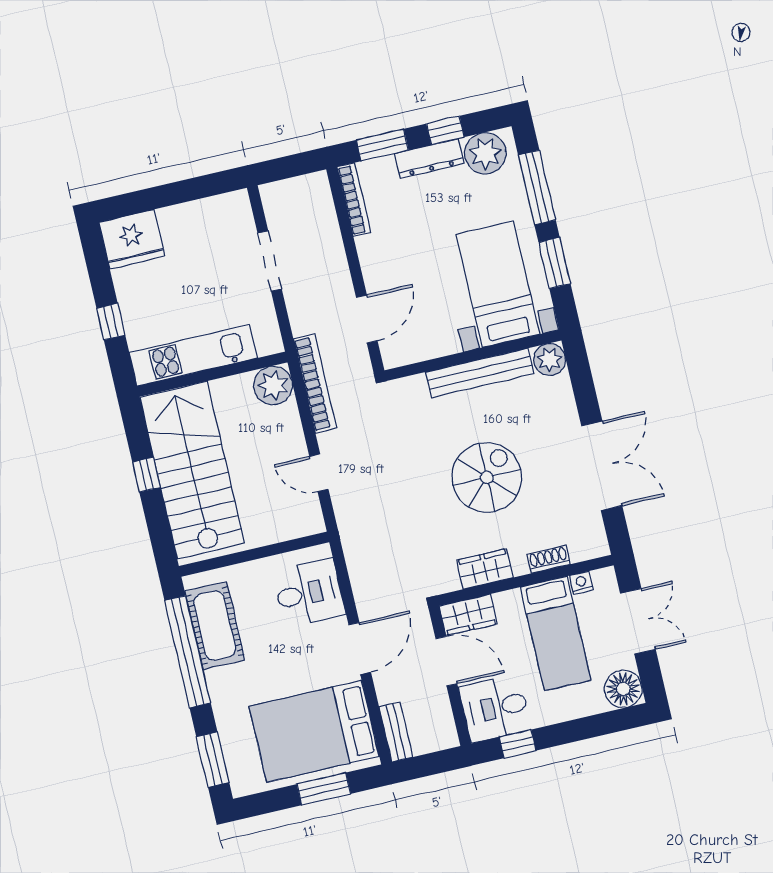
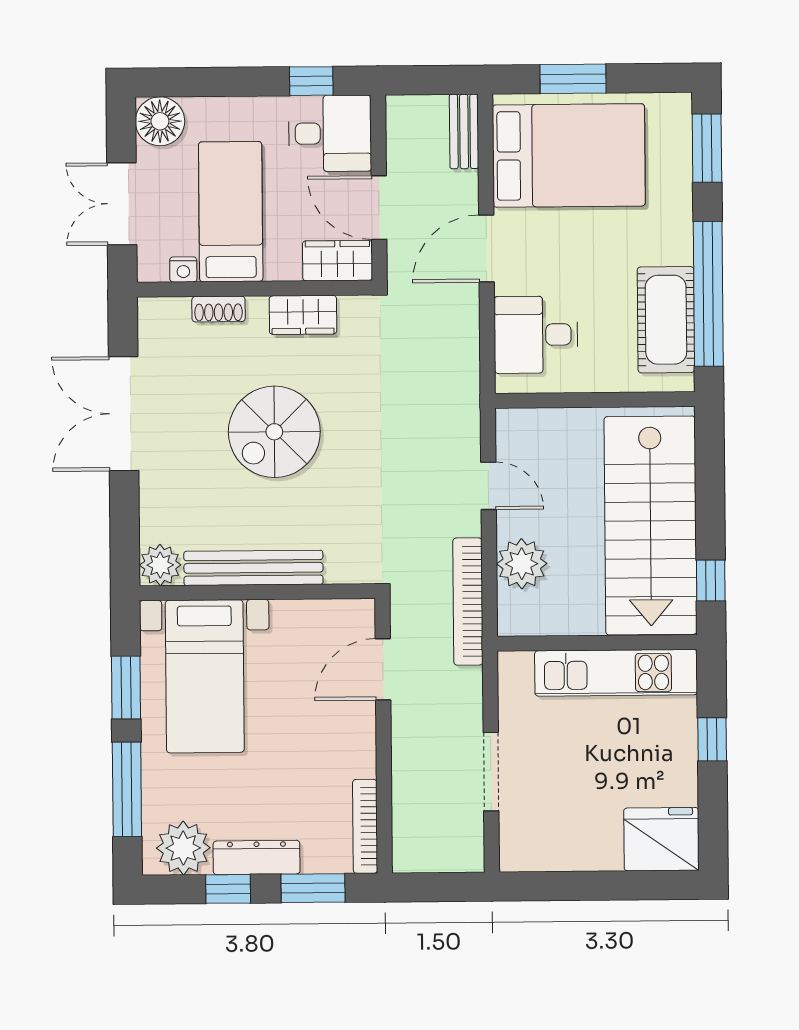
plant: (273, 385) -> (522, 564), moved
window: (146, 475) -> (711, 580), moved

